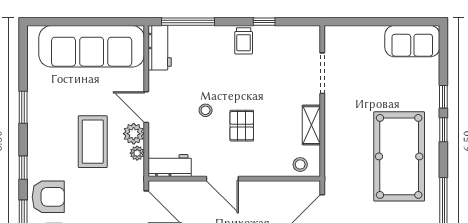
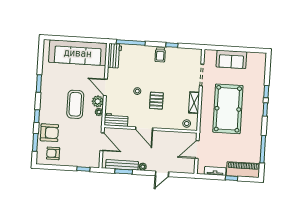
sofa: (412, 41) -> (231, 59), moved
pool table: (399, 156) -> (228, 109), moved

